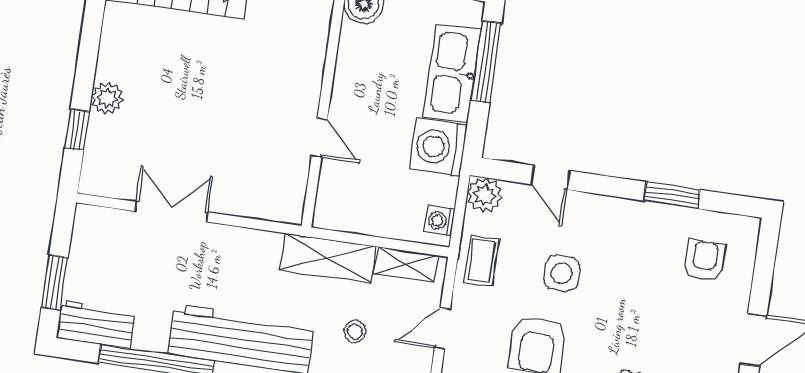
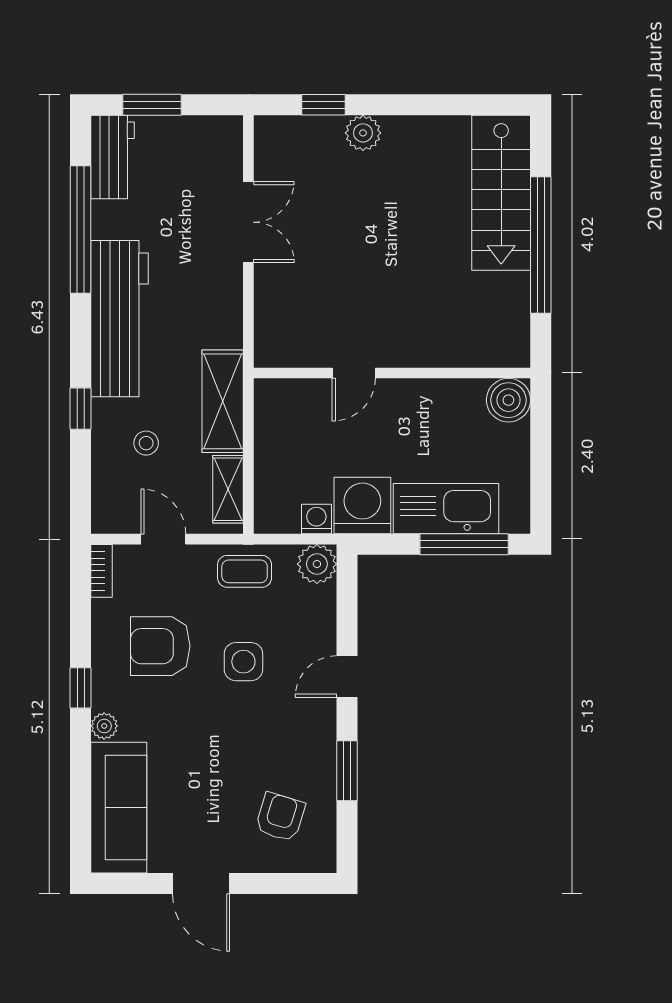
door: (550, 177) -> (347, 677), moved
washing machine: (440, 221) -> (316, 519), moved
armchair: (705, 261) -> (280, 817), turned -73

